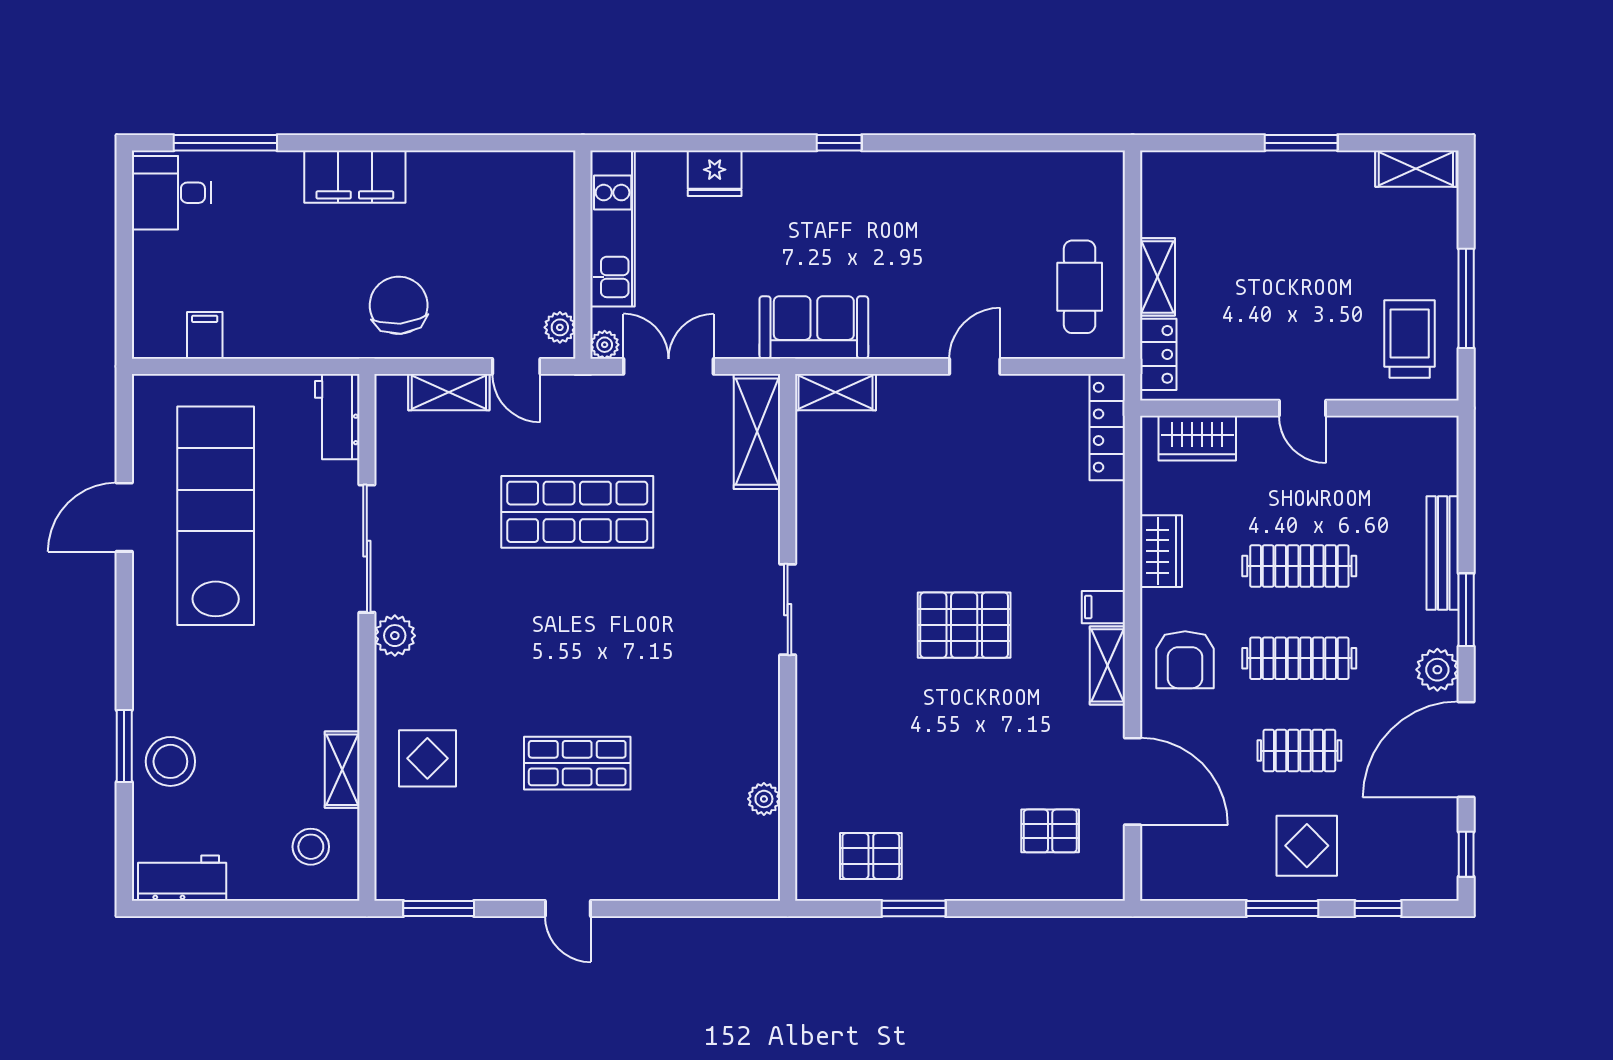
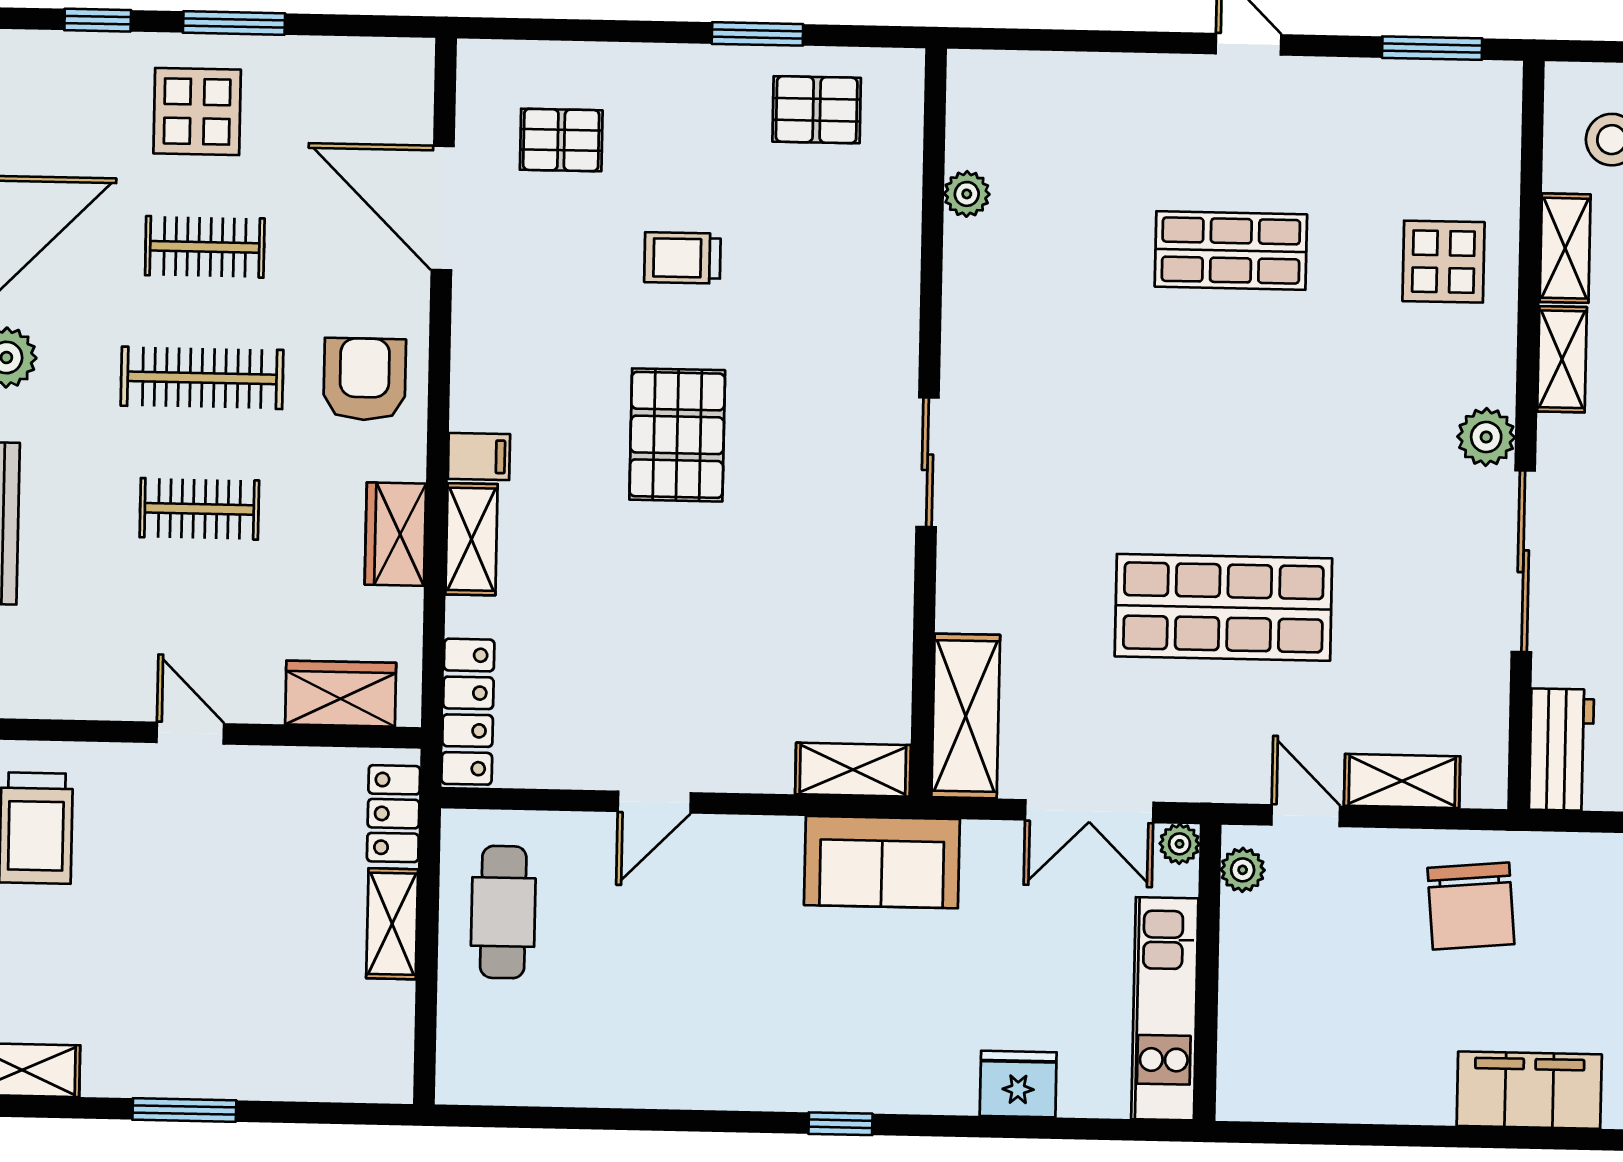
clothes rail: (1299, 566) -> (199, 509), width x0.73
pallet: (964, 625) -> (677, 435), turned 90
shelving: (1107, 665) -> (472, 539), moved
shelving: (343, 691) -> (1562, 359), added
trolley: (963, 750) -> (683, 258), added

